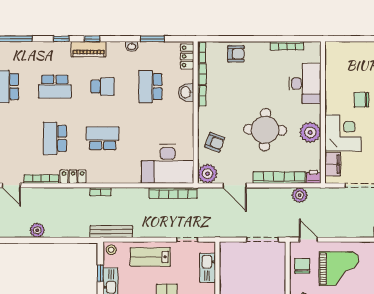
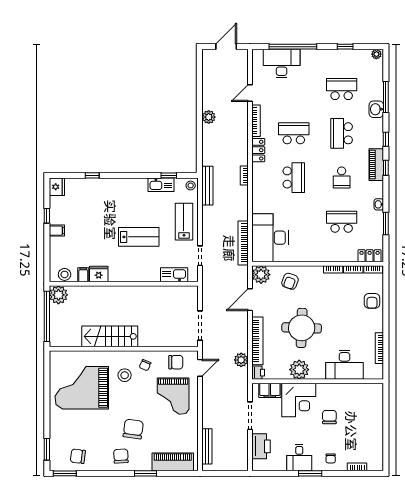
washbasin: (186, 92) -> (376, 109), moved, turned -90

